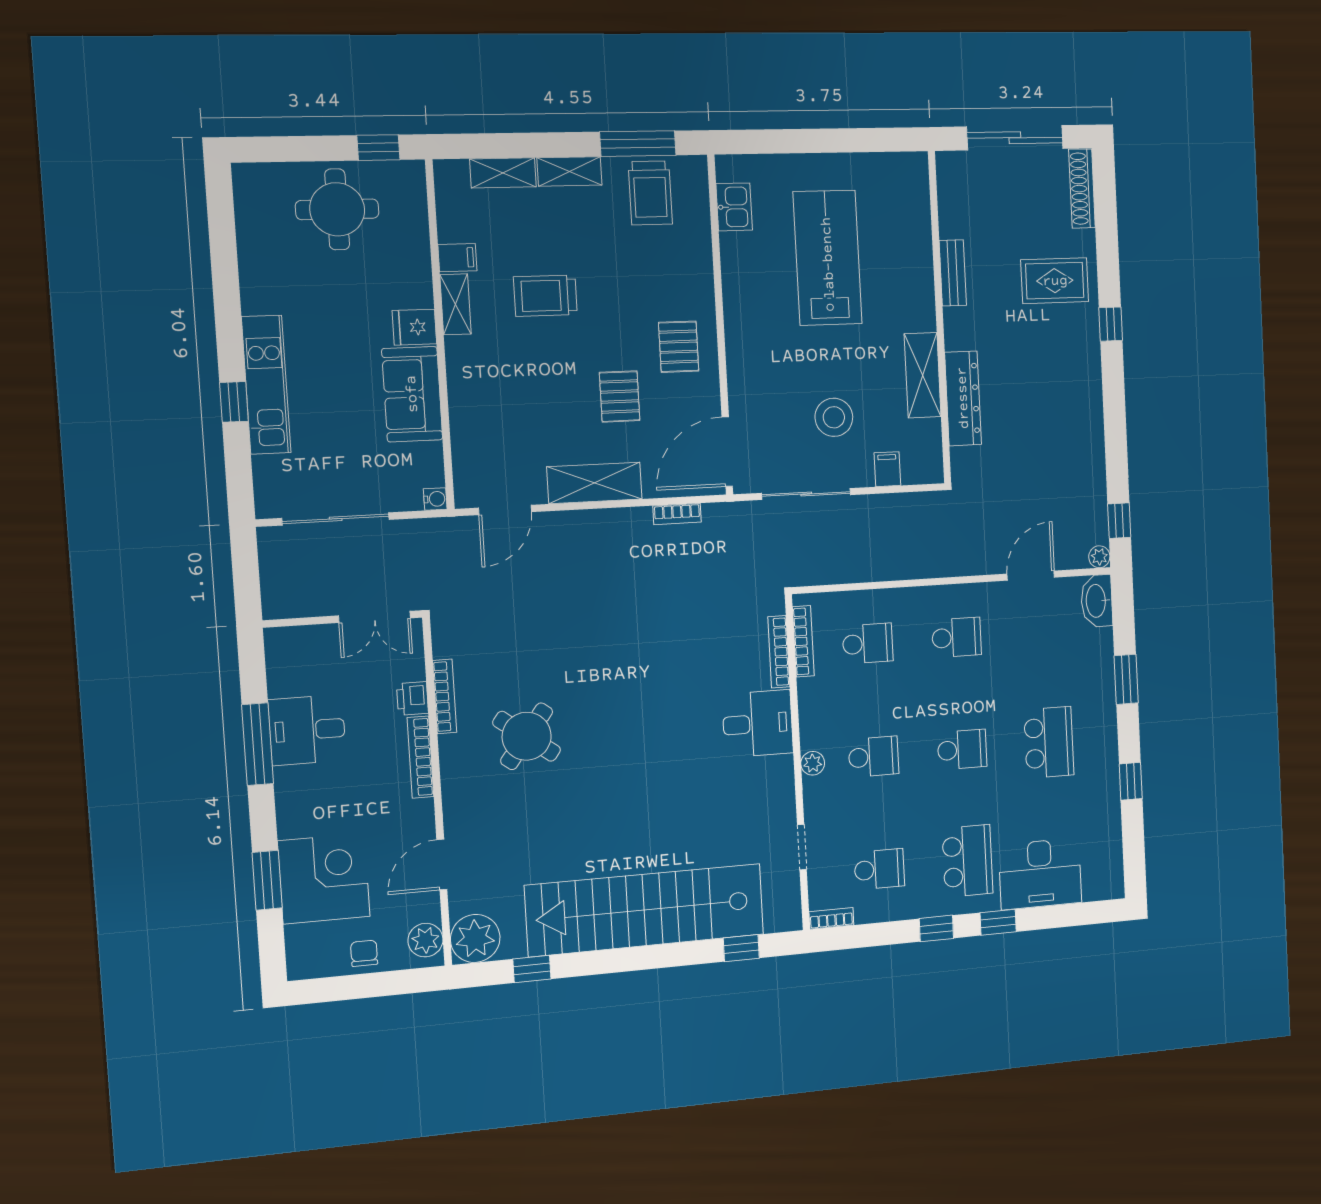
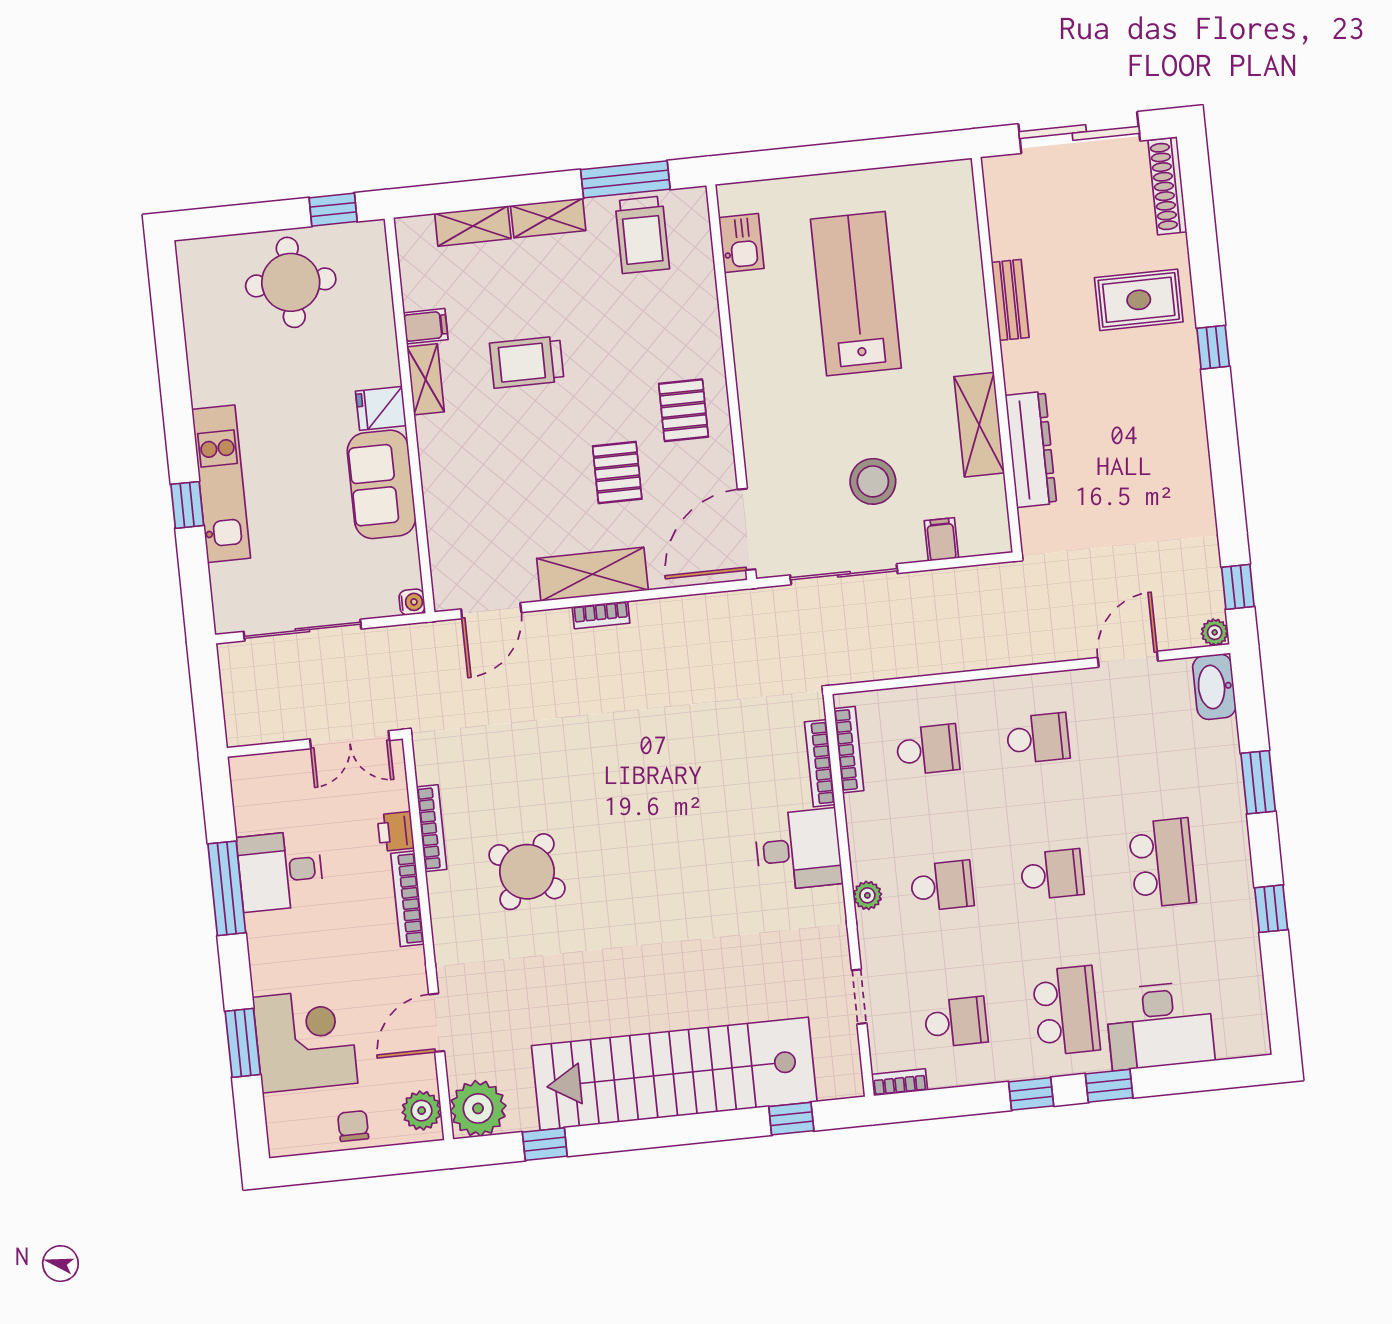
bookcase: (677, 514) -> (601, 615), moved

